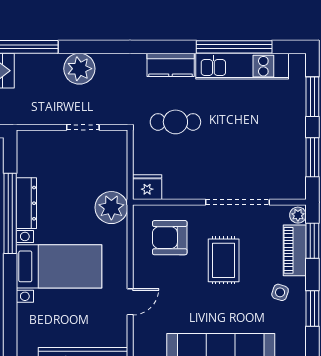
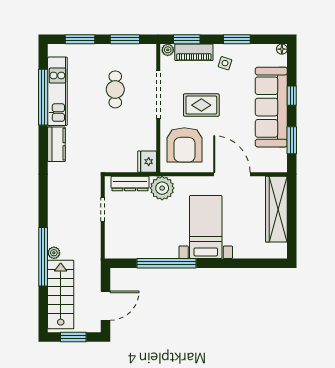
plant: (79, 69) -> (54, 253), moved, width x0.53, depth x0.53
cafe table: (175, 122) -> (115, 89), moved
dresser: (26, 203) -> (130, 183), moved, turned 180
armchair: (170, 238) -> (184, 145), width x1.36, depth x1.36
door: (130, 302) -> (232, 174), width x1.87

